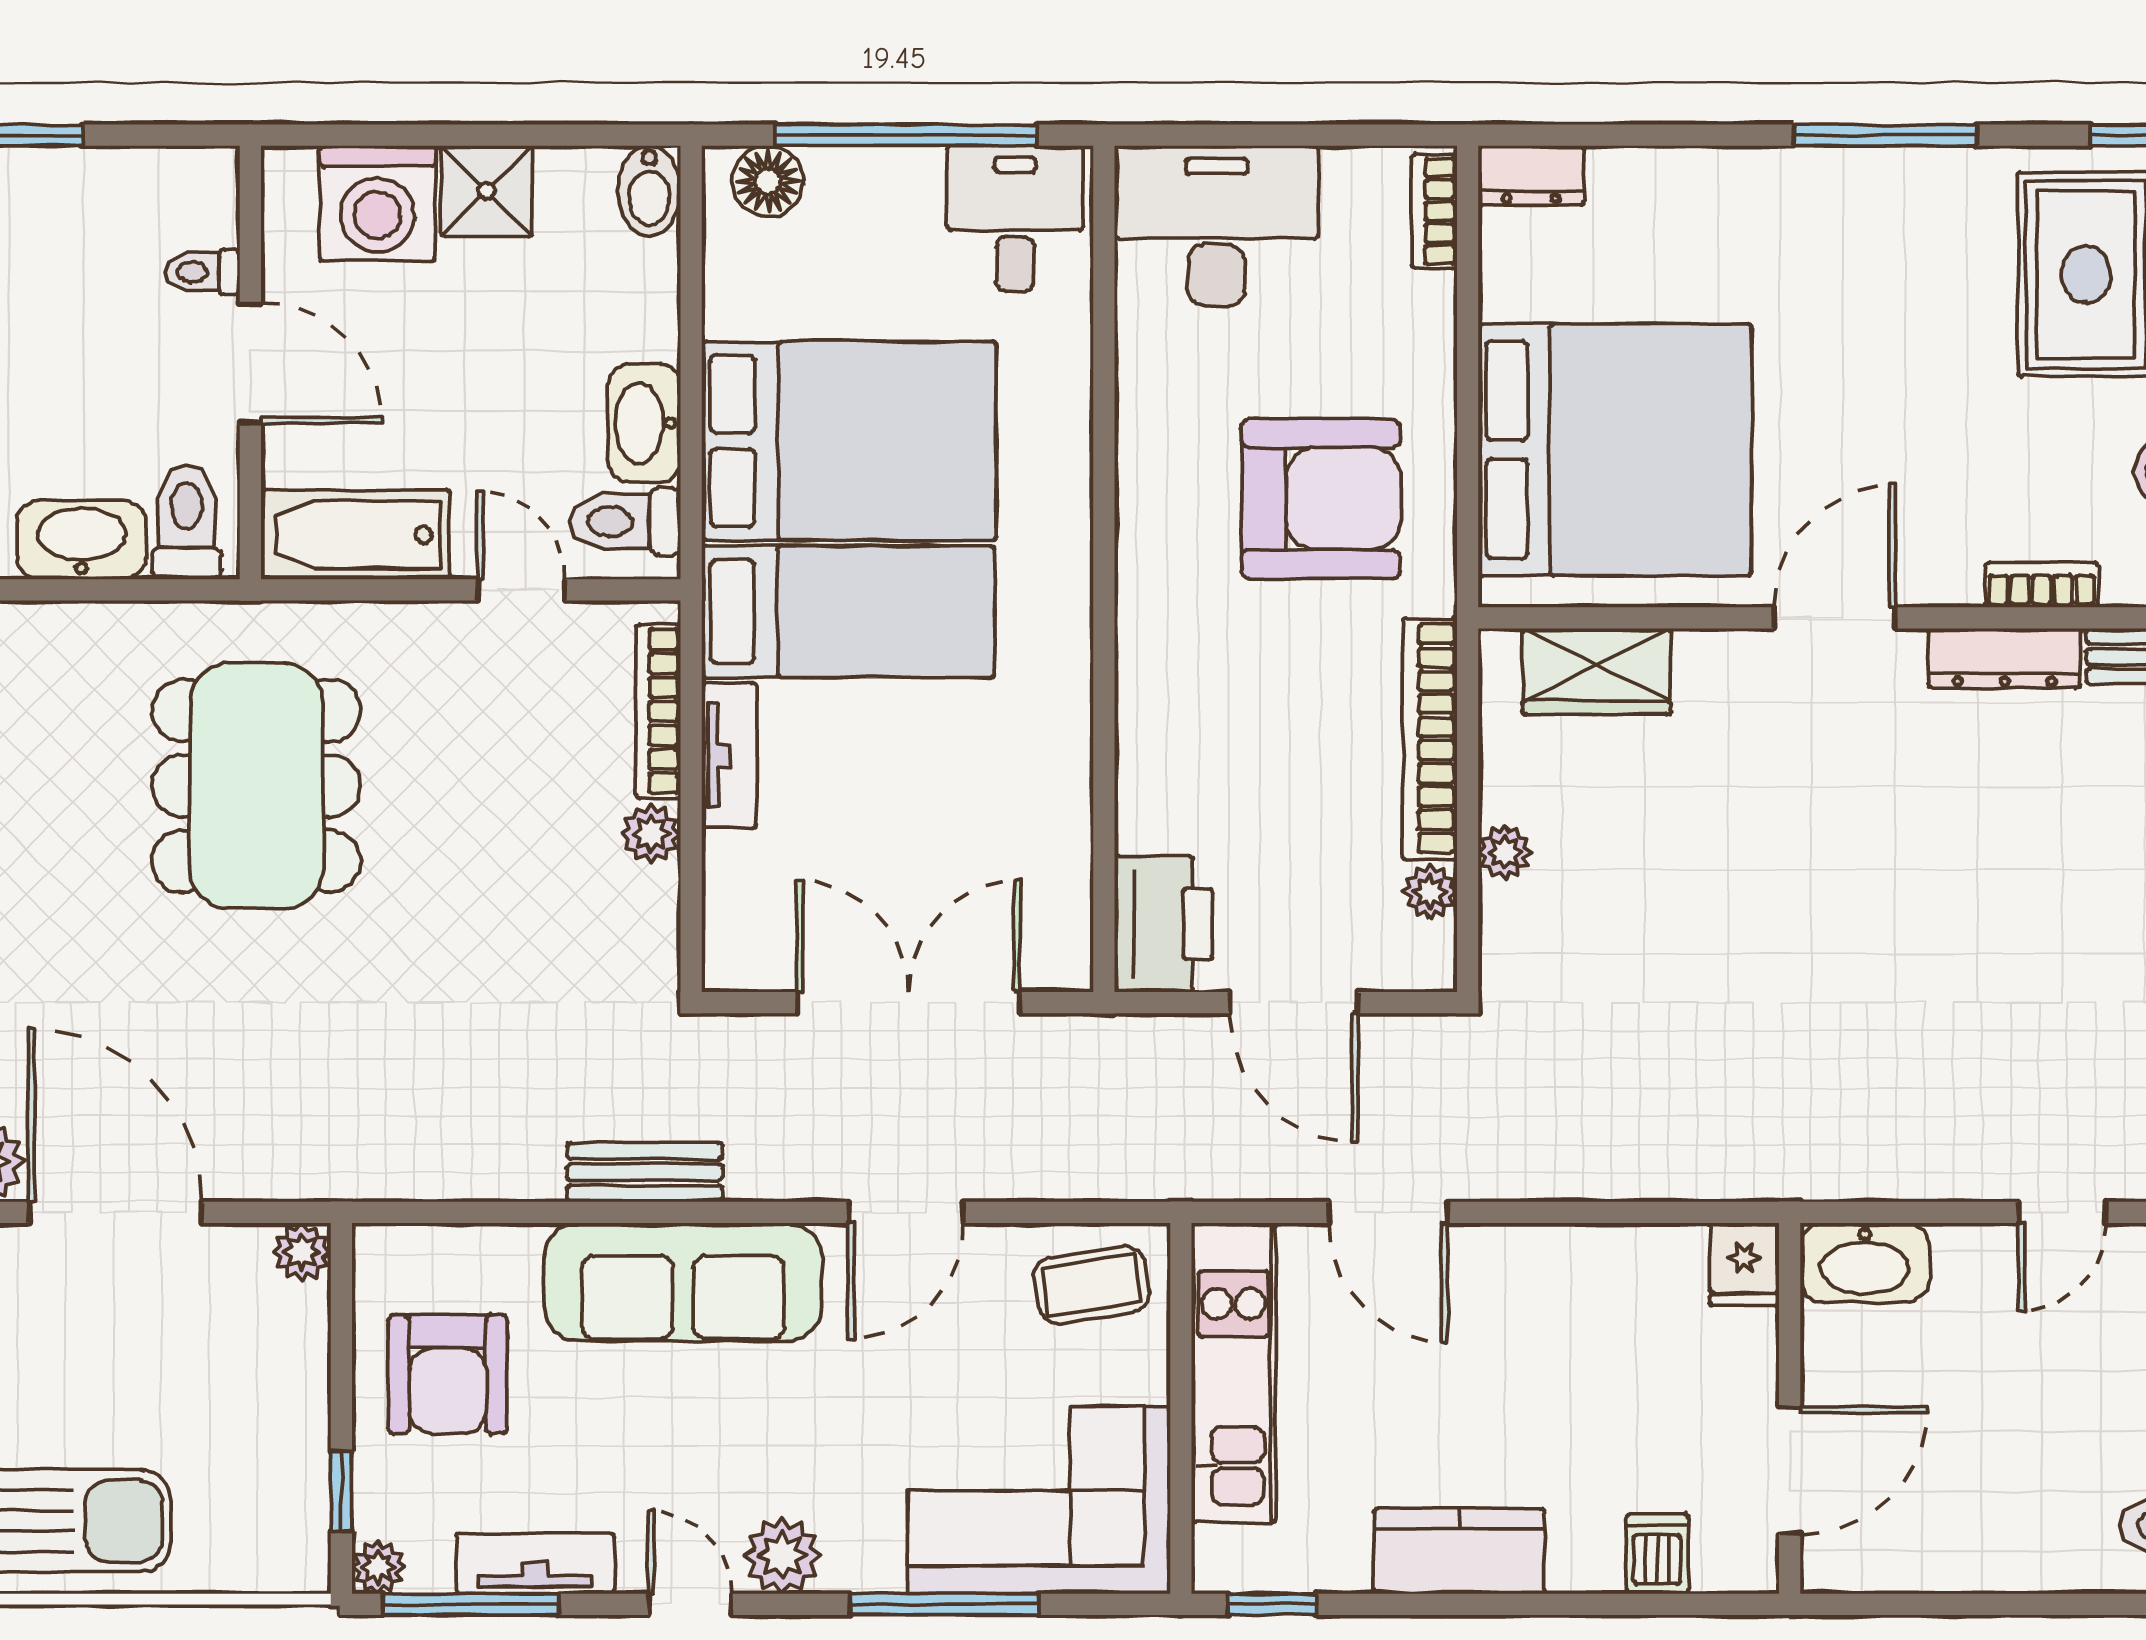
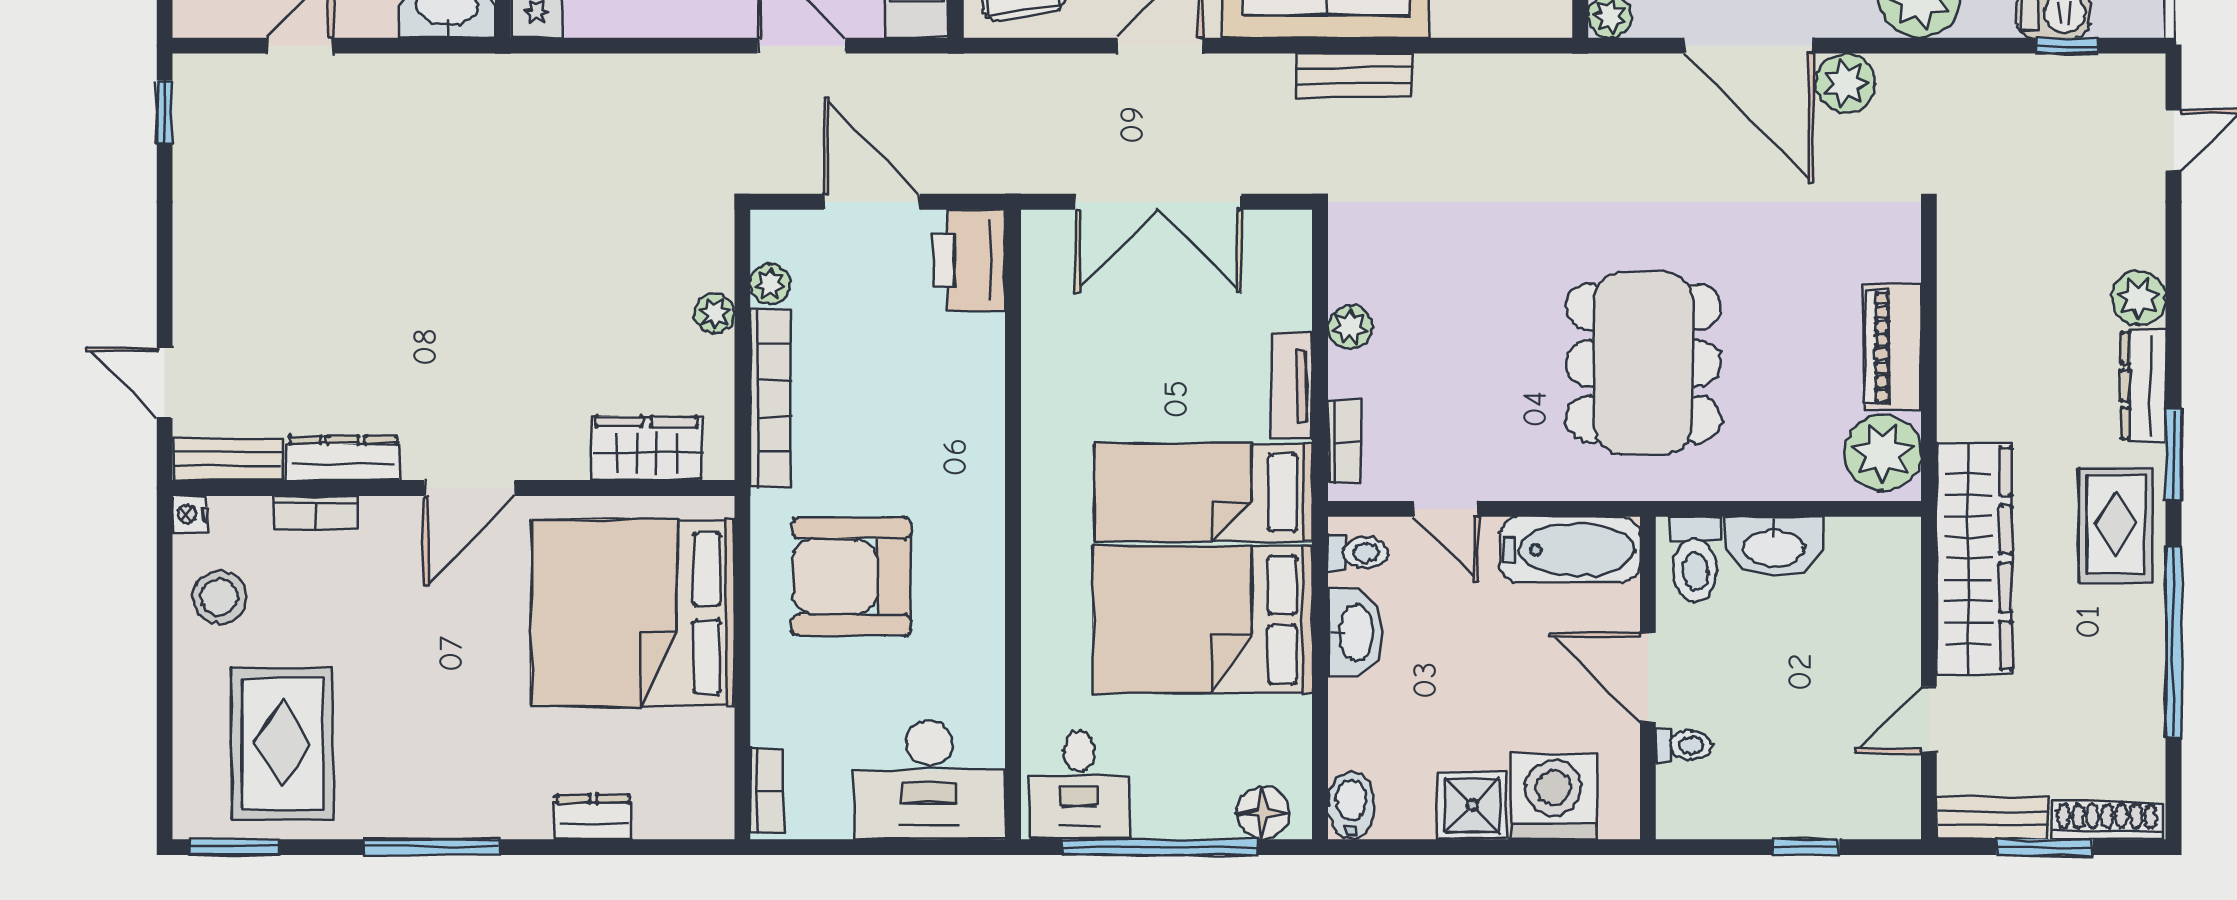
dresser: (1531, 175) -> (593, 817), moved
toilet: (625, 522) -> (1358, 553), width x0.73, depth x0.72
bookcase: (658, 711) -> (1344, 442), width x0.64

